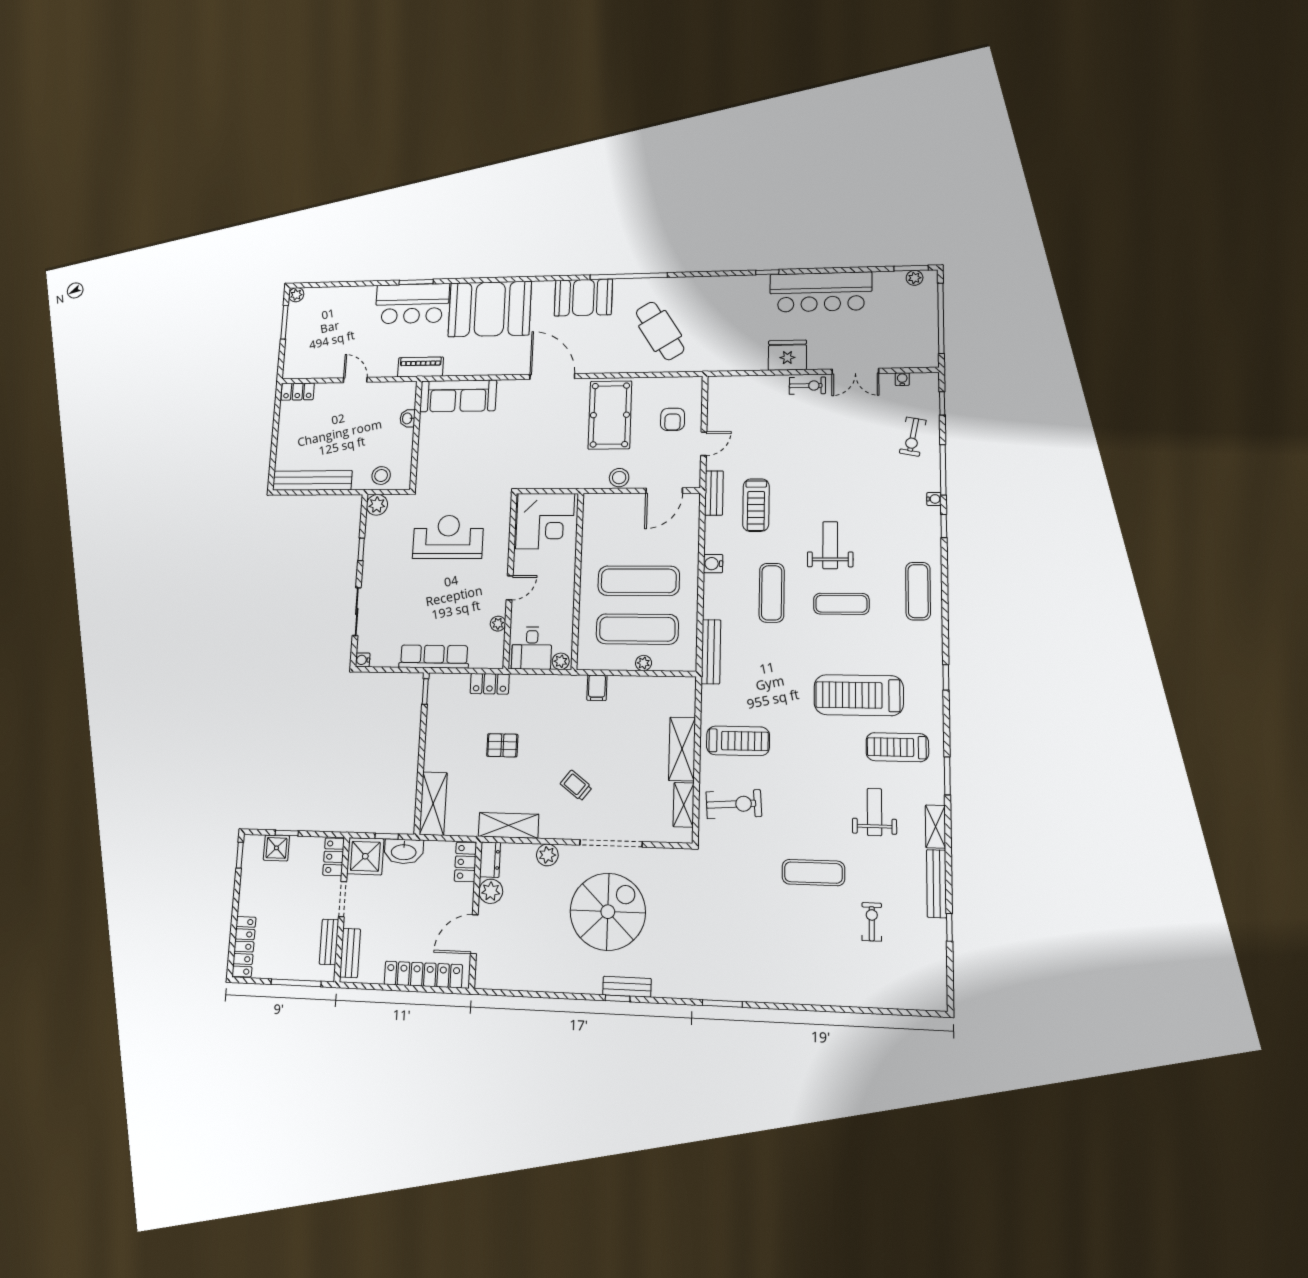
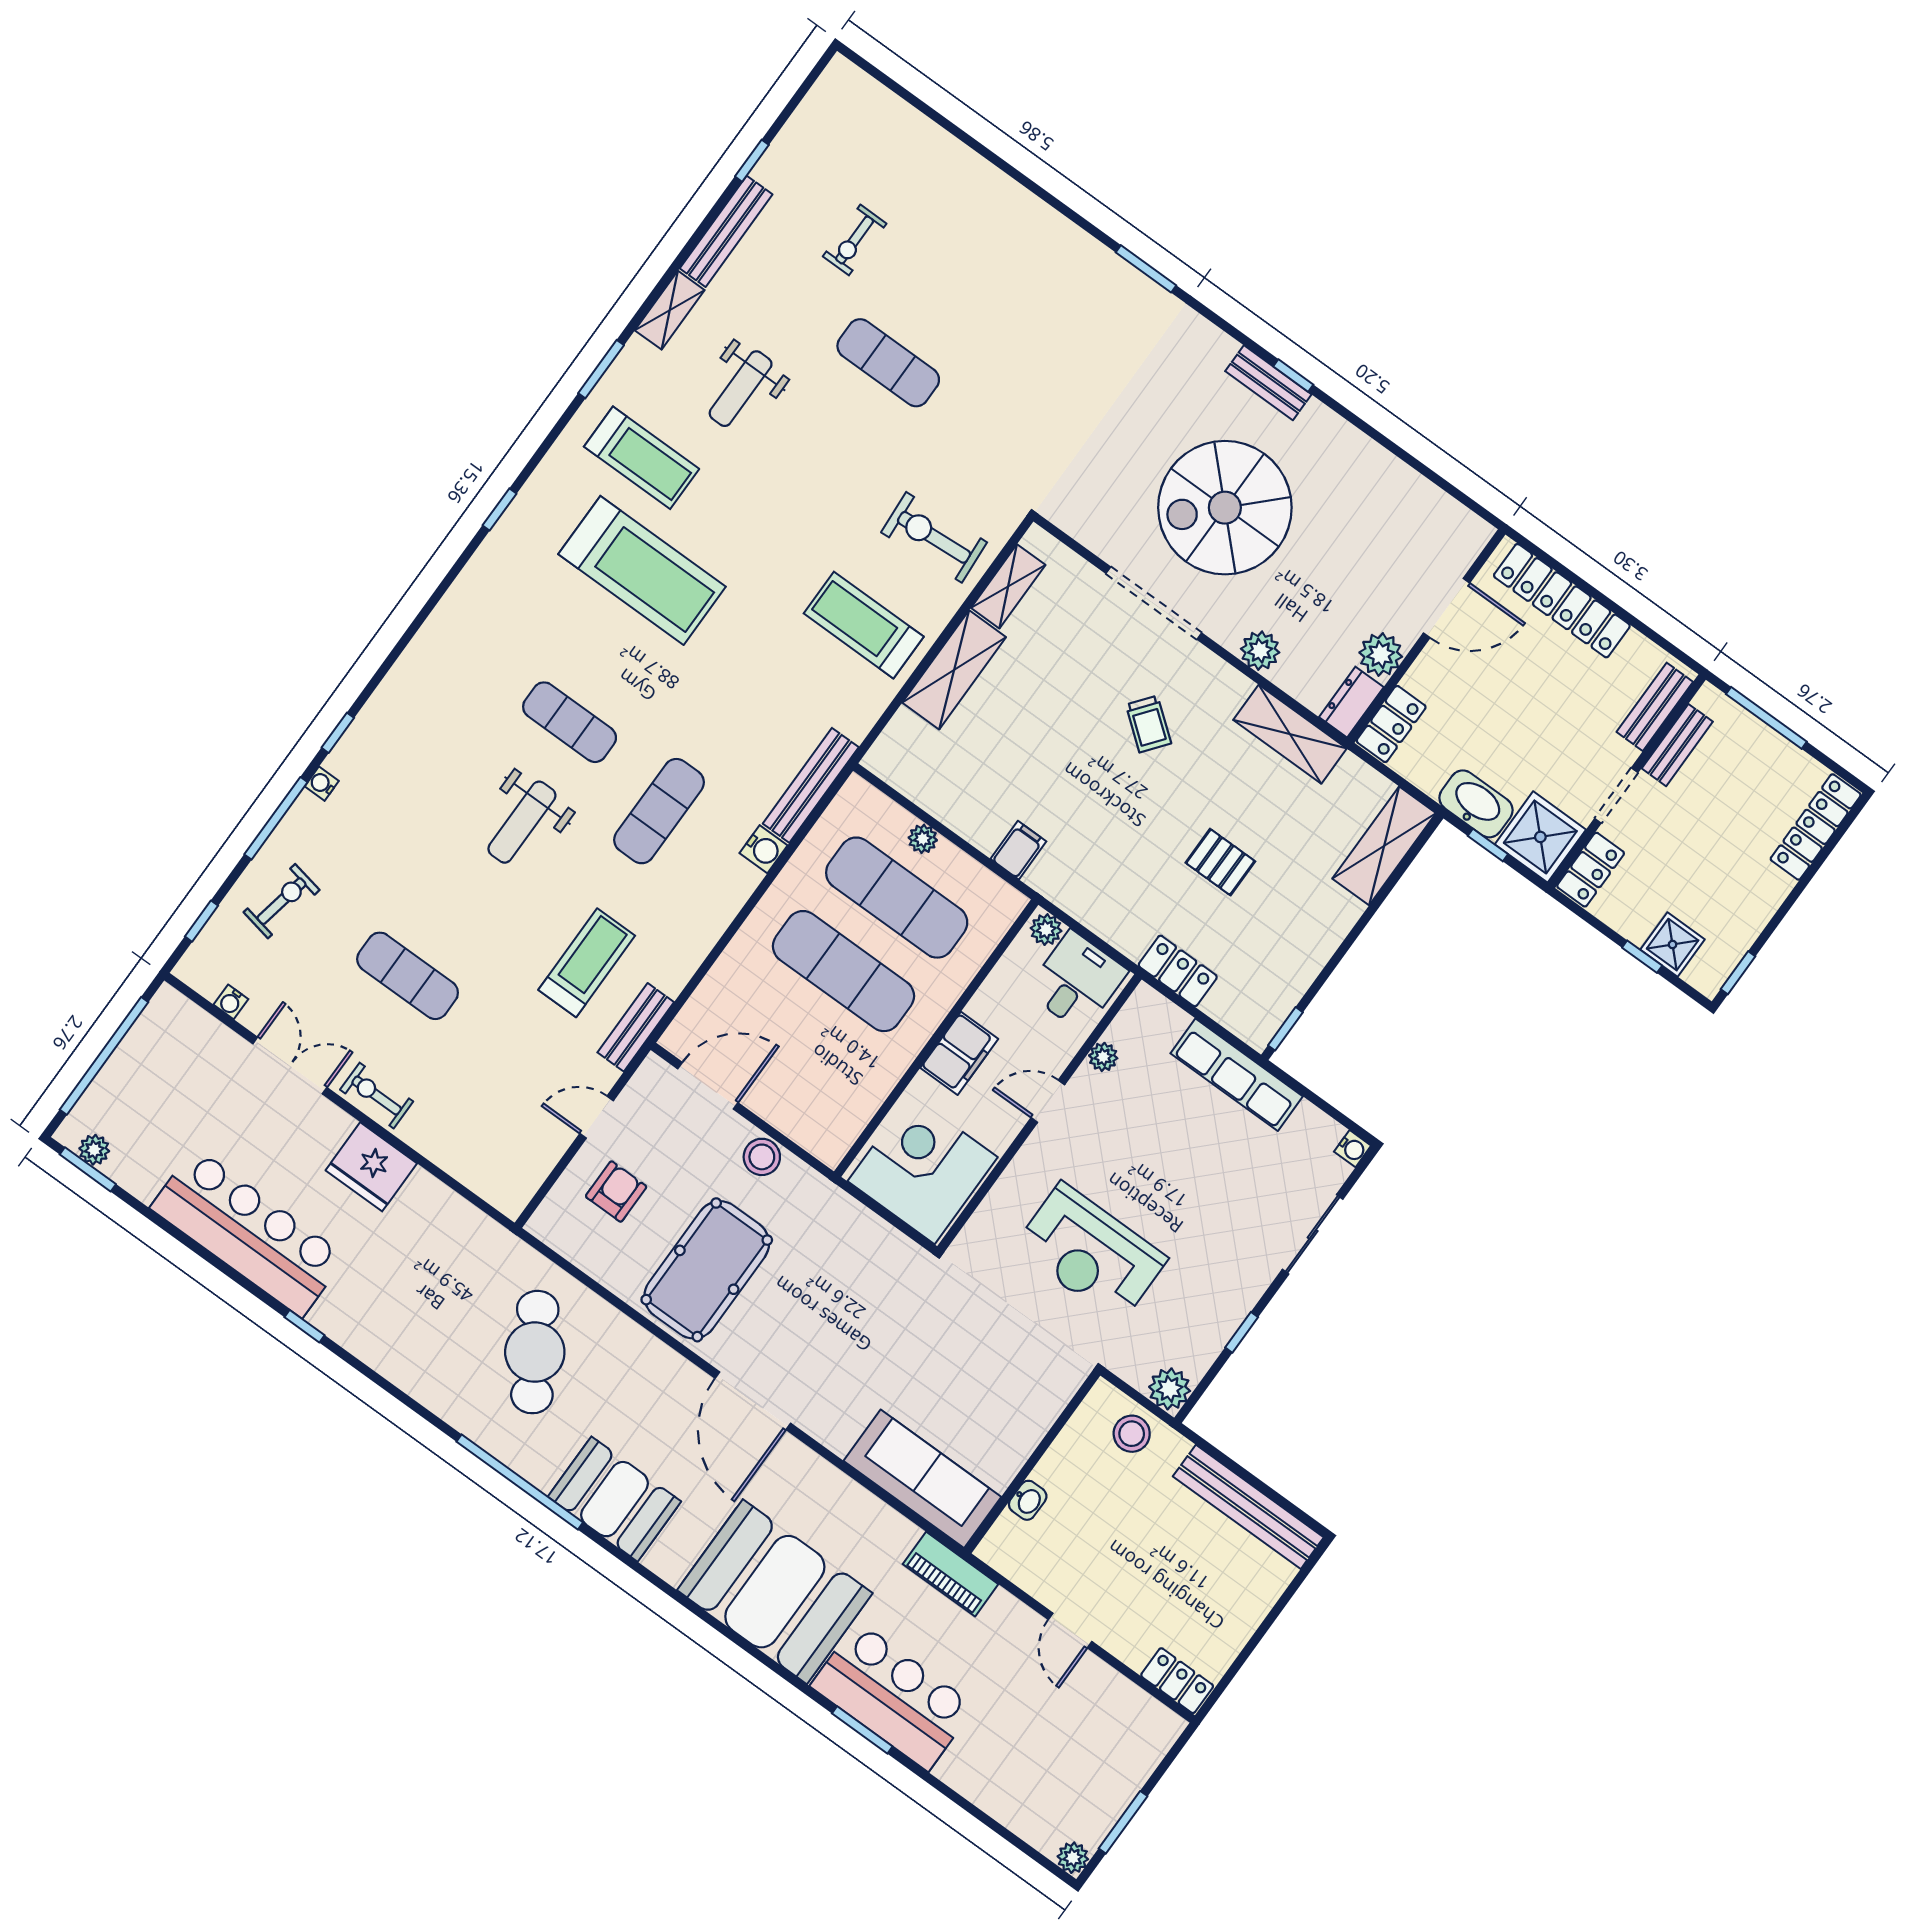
water cooler: (713, 564) -> (764, 849), moved
filing cabinet: (563, 581) -> (959, 1053), added
exercise mat: (918, 591) -> (408, 976), moved, turned 90

